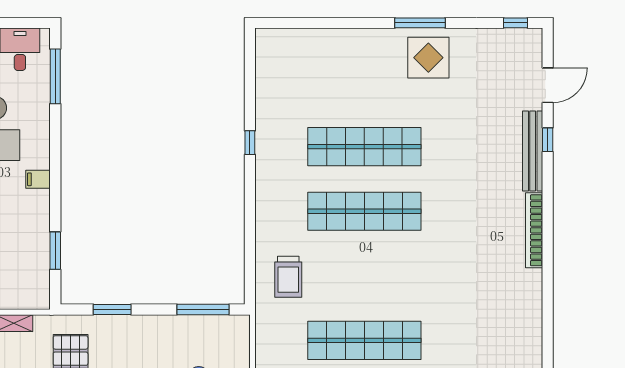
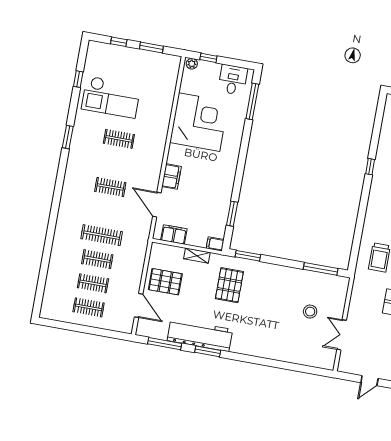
filing cabinet: (38, 179) -> (215, 244), moved
window: (112, 310) -> (248, 256), moved

